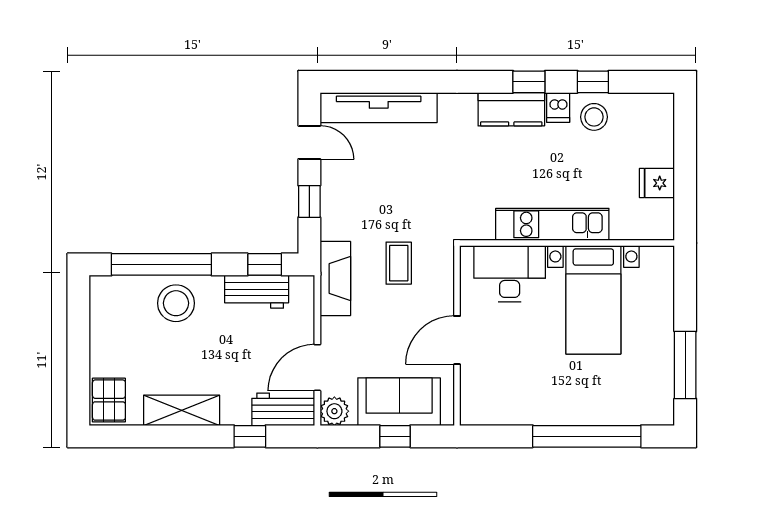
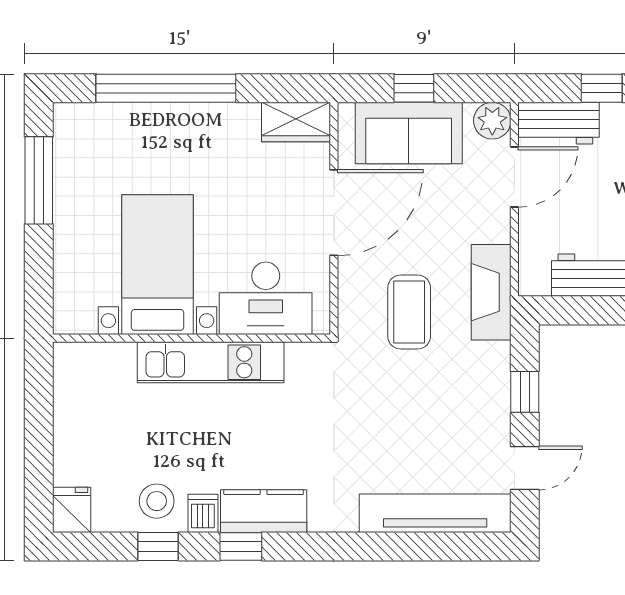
door: (309, 142) -> (525, 468), swing flipped
fridge: (657, 183) -> (72, 510), moved, turned -90
coffee table: (399, 263) -> (409, 312), width x1.36, depth x1.30
window: (265, 264) -> (582, 310), removed
door: (457, 340) -> (334, 213), width x1.36
wardrobe: (486, 410) -> (296, 122), added

